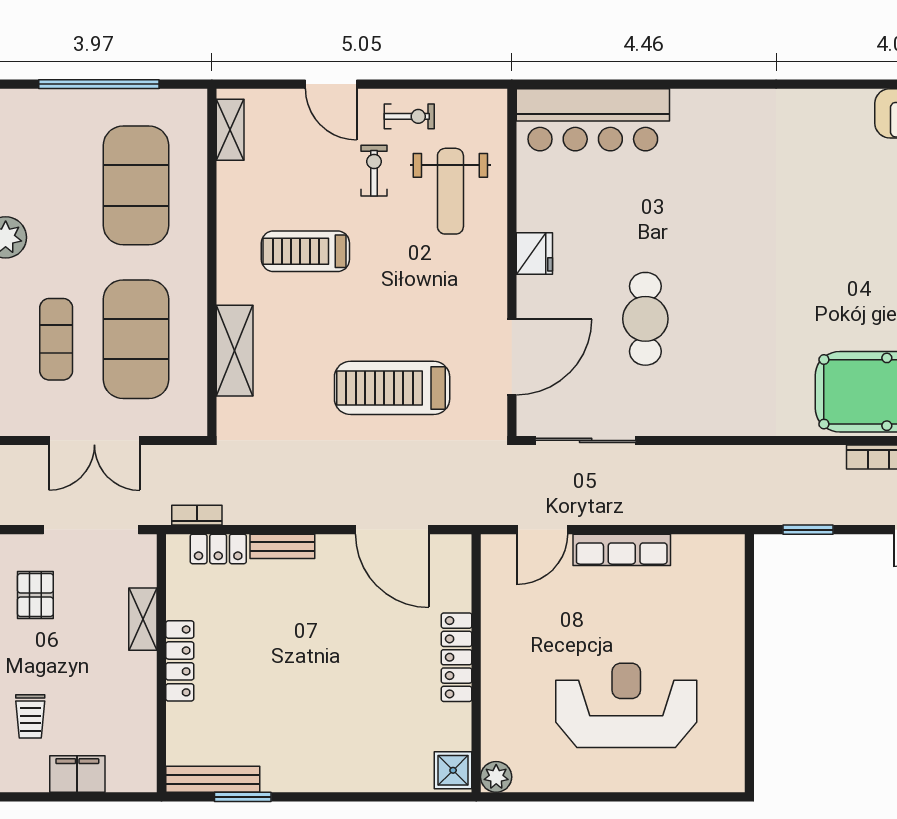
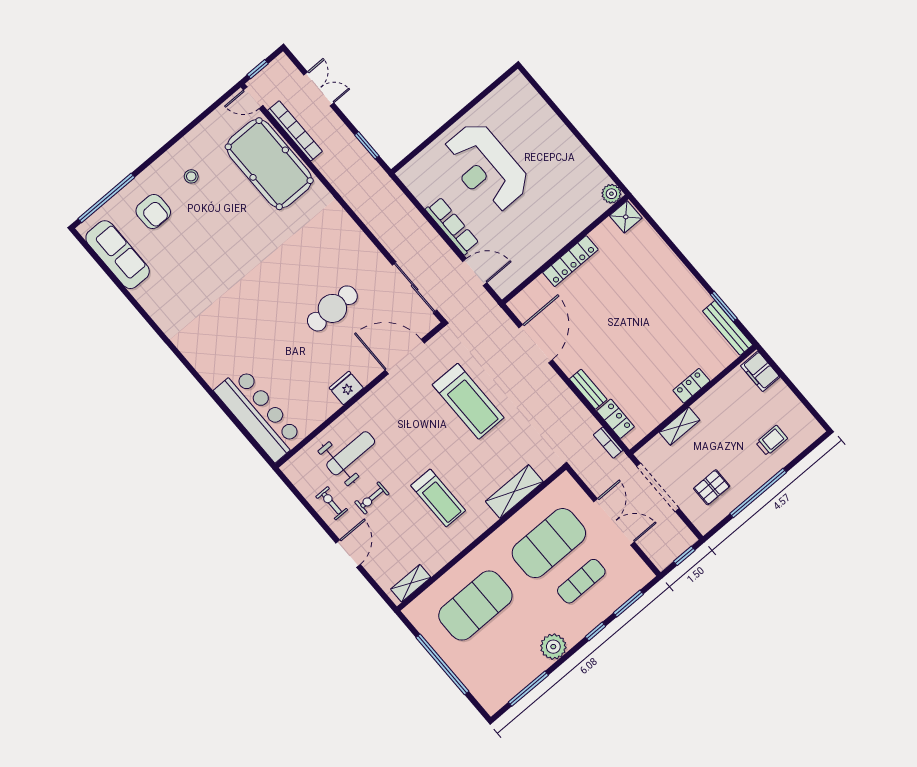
locker: (180, 661) -> (691, 386), width x0.66
reception desk: (626, 705) -> (486, 167), moved
filing cabinet: (77, 774) -> (760, 371), moved

